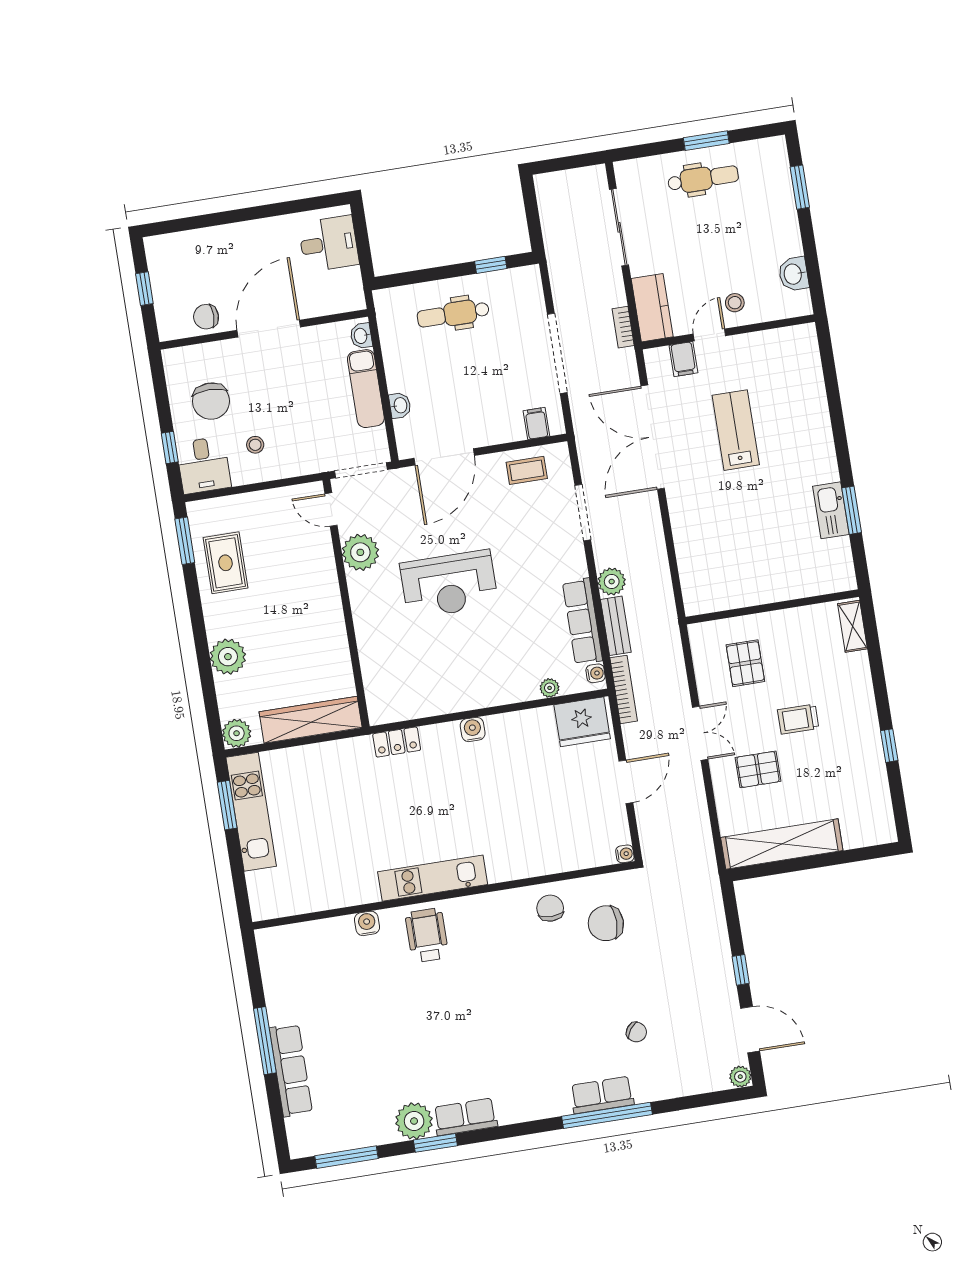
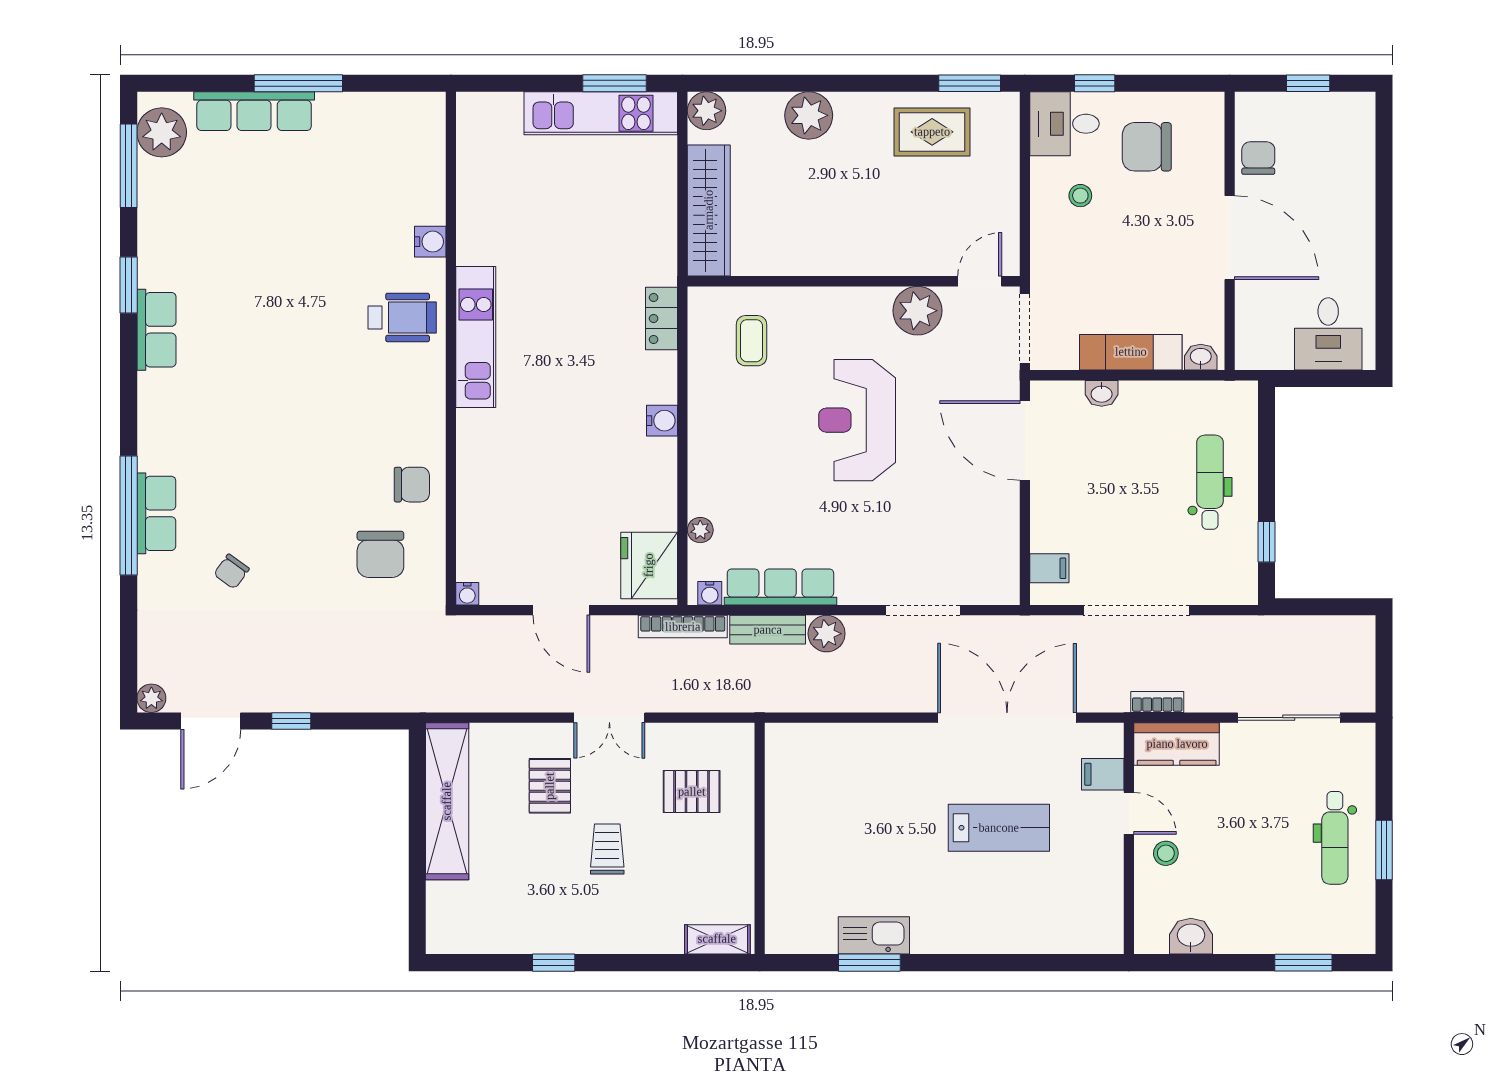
coffee table: (527, 470) -> (752, 341), moved
chair: (606, 923) -> (380, 554), turned 180
plant: (414, 1121) -> (162, 132), moved

